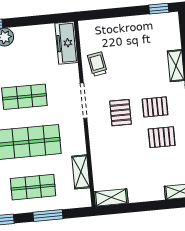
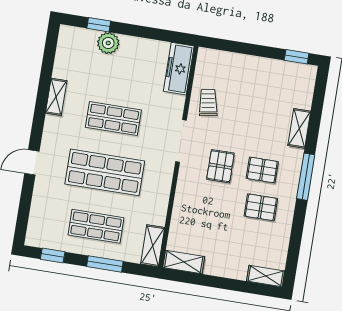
shelving: (81, 172) -> (153, 246), moved

